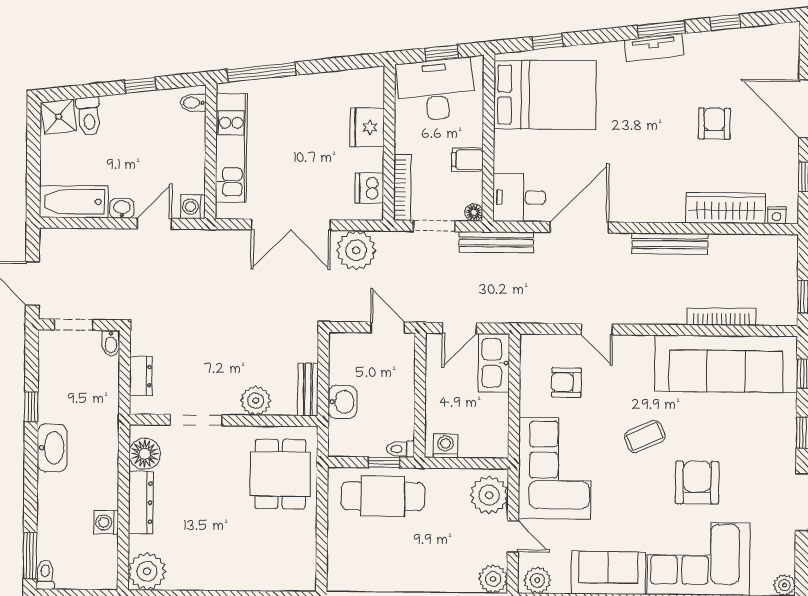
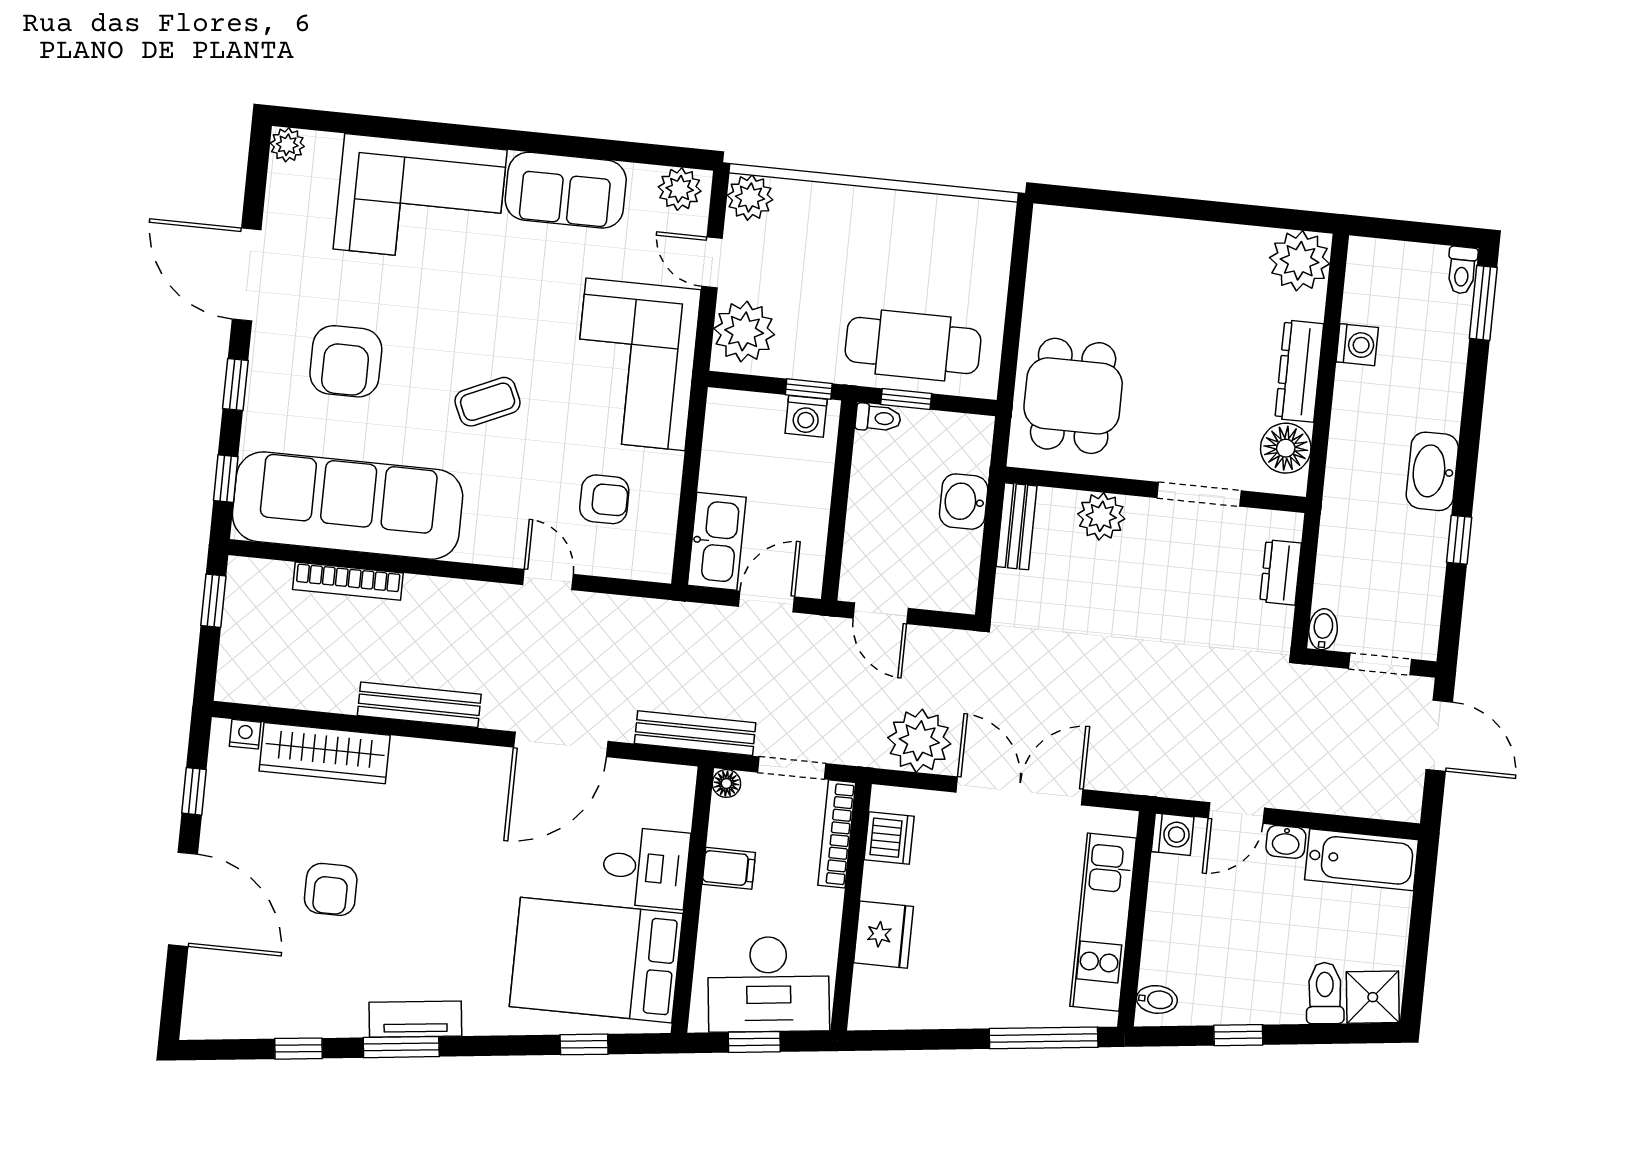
desk: (519, 197) -> (645, 867), moved
window: (445, 463) -> (809, 389), added
armchair: (697, 483) -> (346, 361), moved

